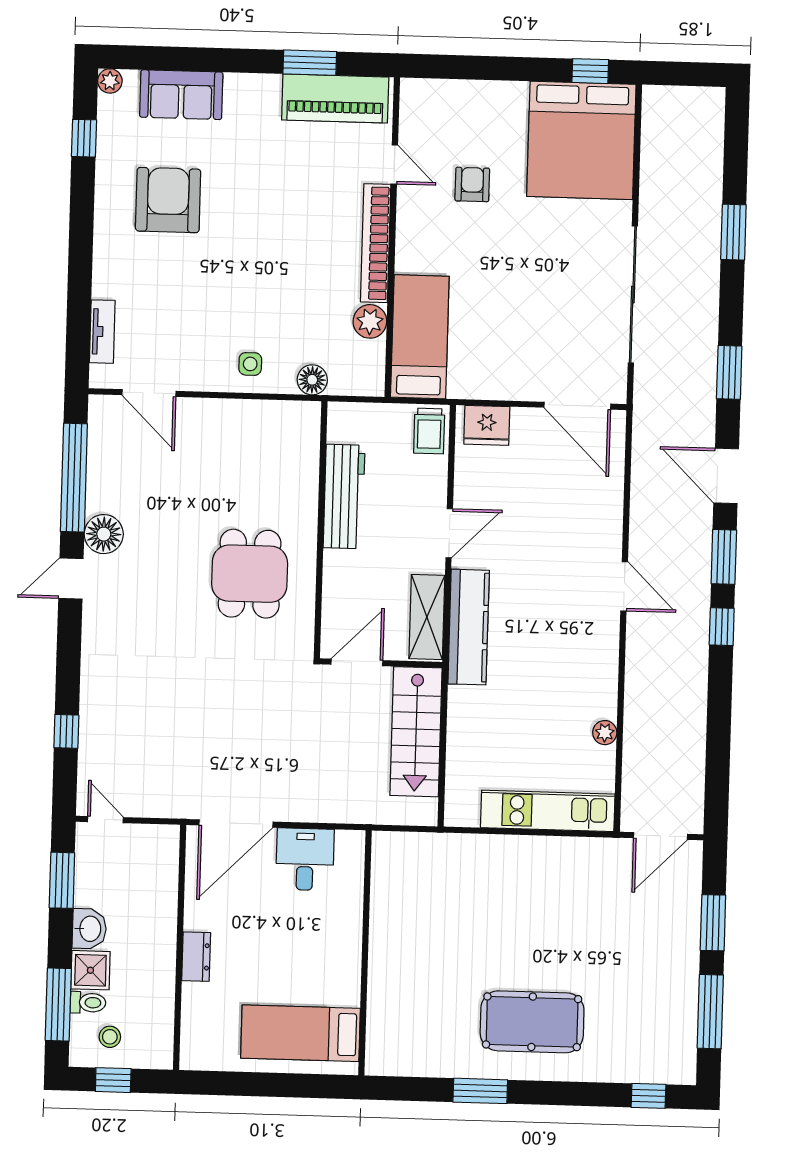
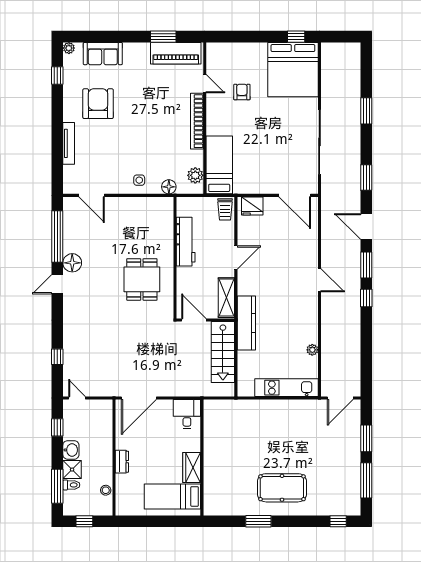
plant: (370, 321) -> (195, 175), moved
tv unit: (102, 332) -> (69, 143), moved, width x1.41
kitchen counter: (469, 627) -> (246, 323), moved
door: (357, 662) -> (194, 320), hinge flipped
desk: (305, 859) -> (187, 414), moved
window: (62, 880) -> (57, 427), width x0.67
wardrobe: (343, 974) -> (192, 468), added
stool: (110, 1037) -> (106, 490), moved

